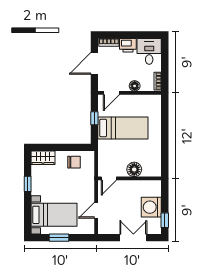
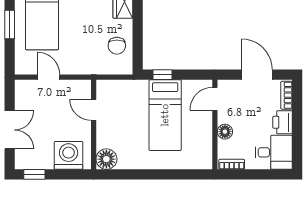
door: (111, 93) -> (215, 99), hinge flipped
window: (94, 118) -> (163, 75), moved
floor lamp: (134, 169) -> (106, 159), moved
door: (109, 178) -> (94, 110), moved
washing machine: (151, 207) -> (69, 155), moved

